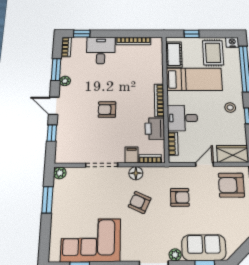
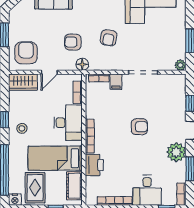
plant: (65, 81) -> (176, 152), width x1.88, depth x1.88
desk: (182, 118) -> (68, 123), width x1.37
printer: (155, 129) -> (94, 165), moved
floor lamp: (136, 173) -> (82, 64), moved
armchair: (231, 185) -> (26, 53), turned -90
armchair: (140, 202) -> (109, 38), turned 74

